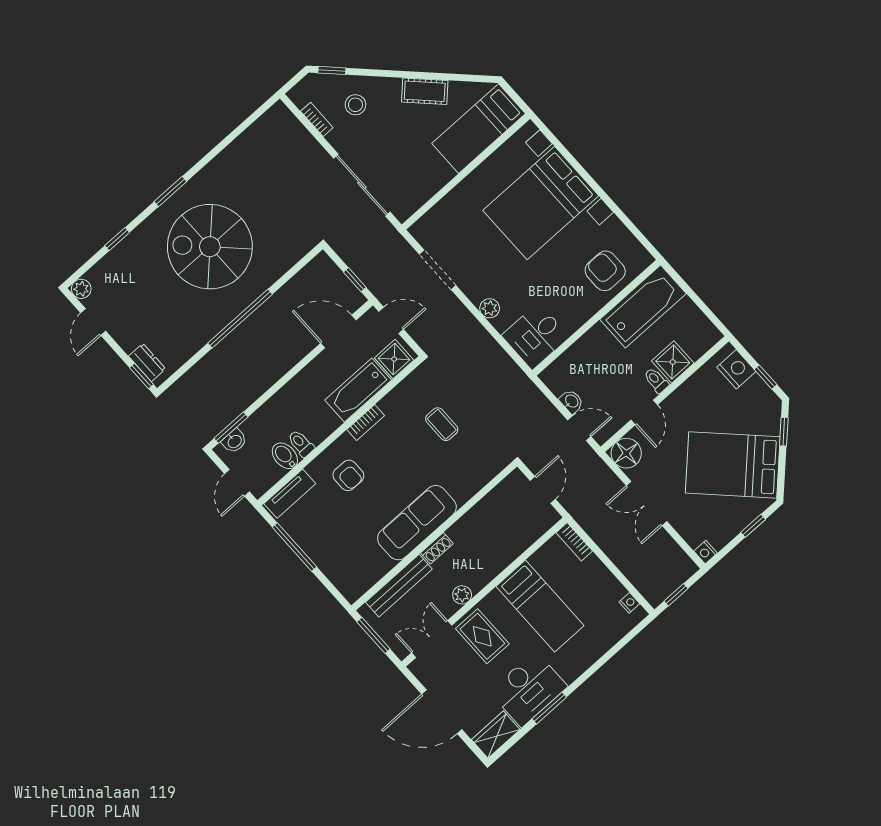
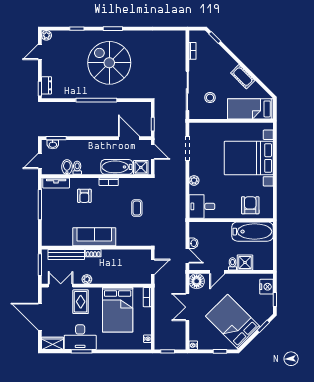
stool: (355, 105) -> (210, 98), moved
bed: (540, 606) -> (118, 310), width x1.50

